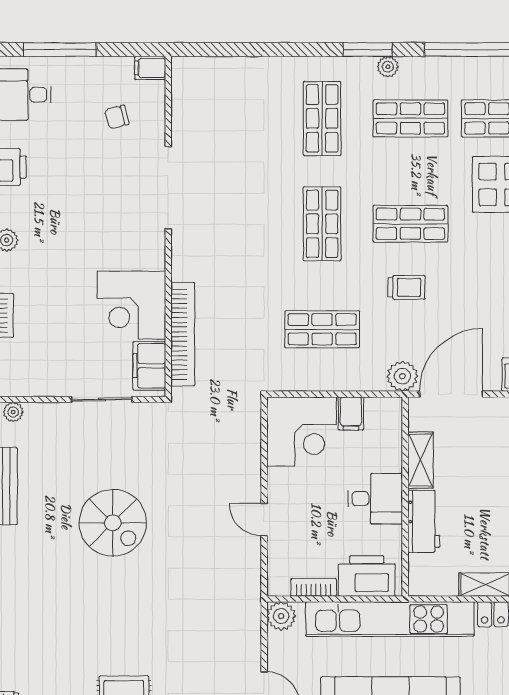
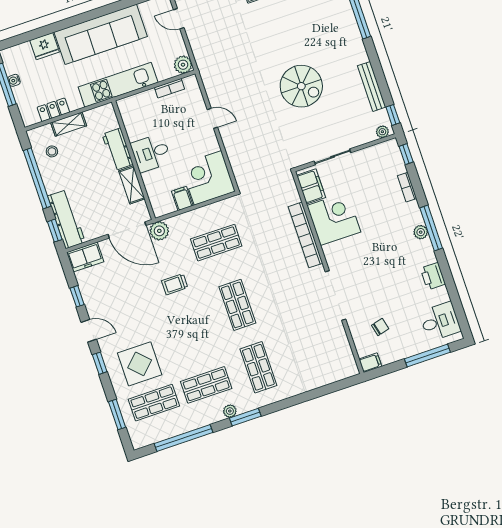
shop shelf: (410, 224) -> (185, 323), removed
bookcase: (183, 334) -> (306, 235), moved
door: (451, 394) -> (127, 230), hinge flipped
spiral stairs: (113, 523) -> (301, 86), turned 180
printer: (367, 576) -> (140, 106), removed
kitchen unit: (390, 619) -> (118, 85), width x0.73

